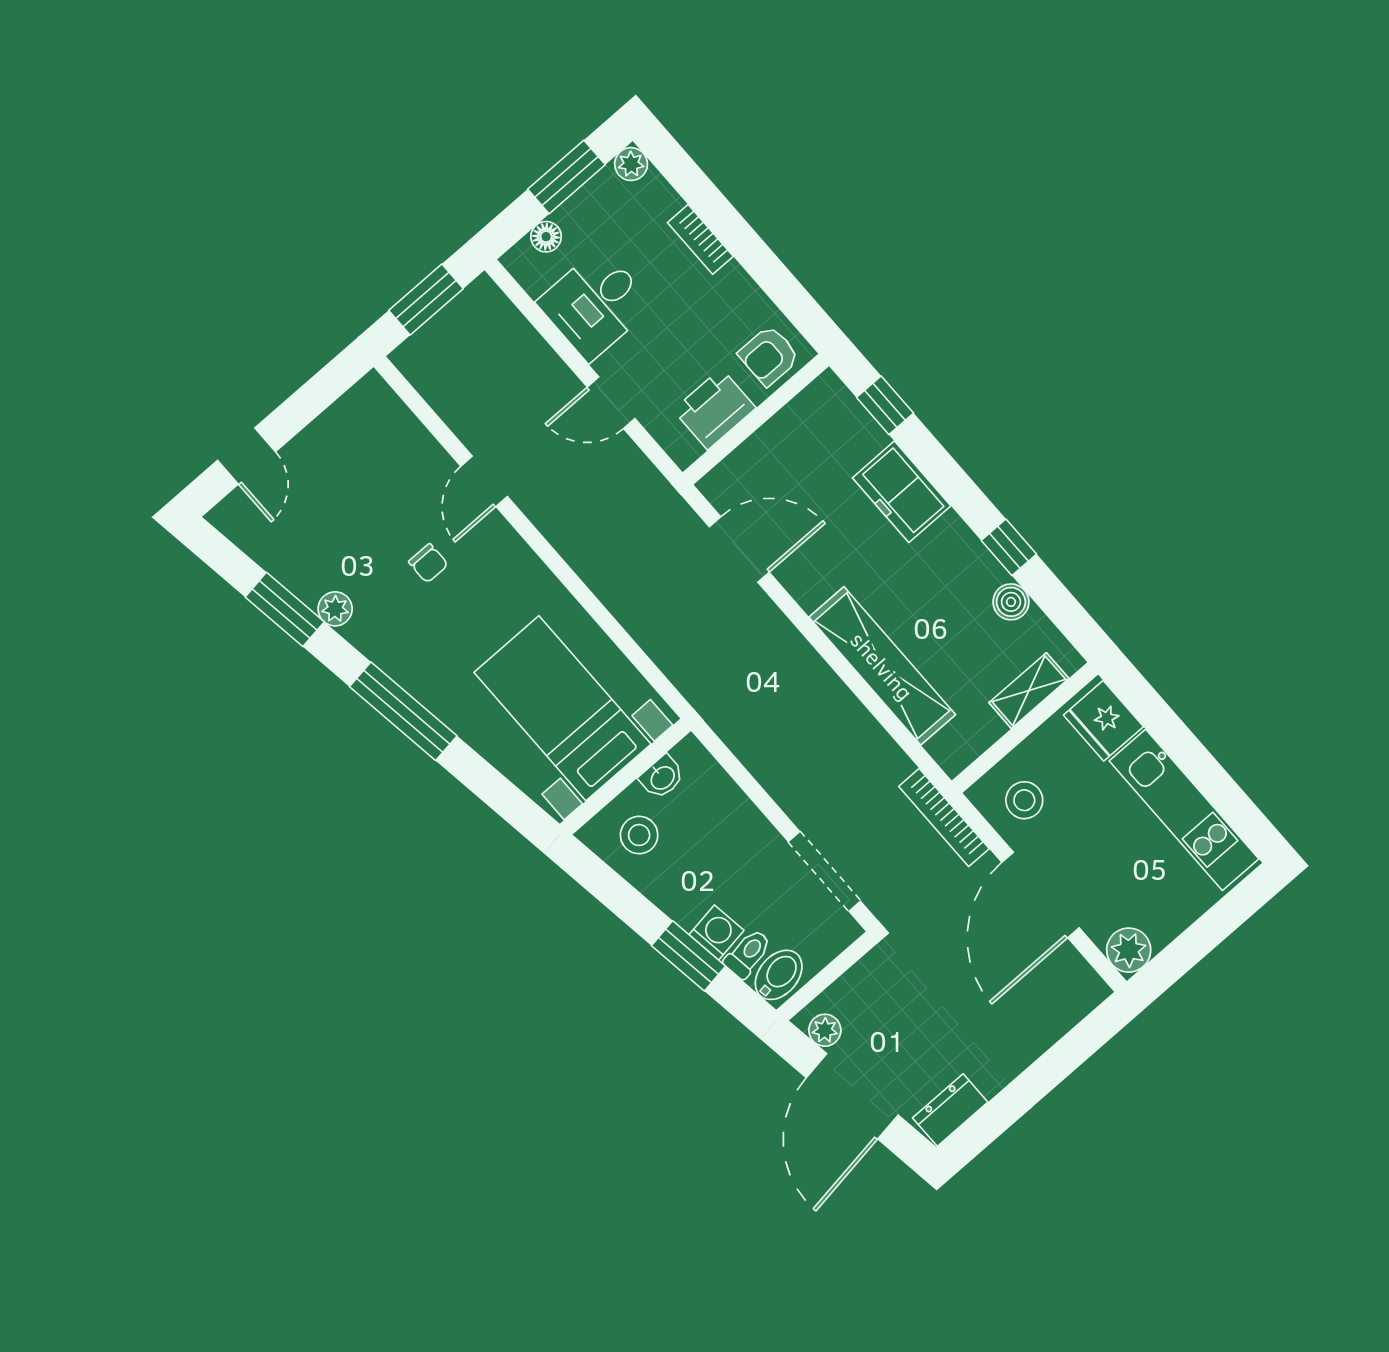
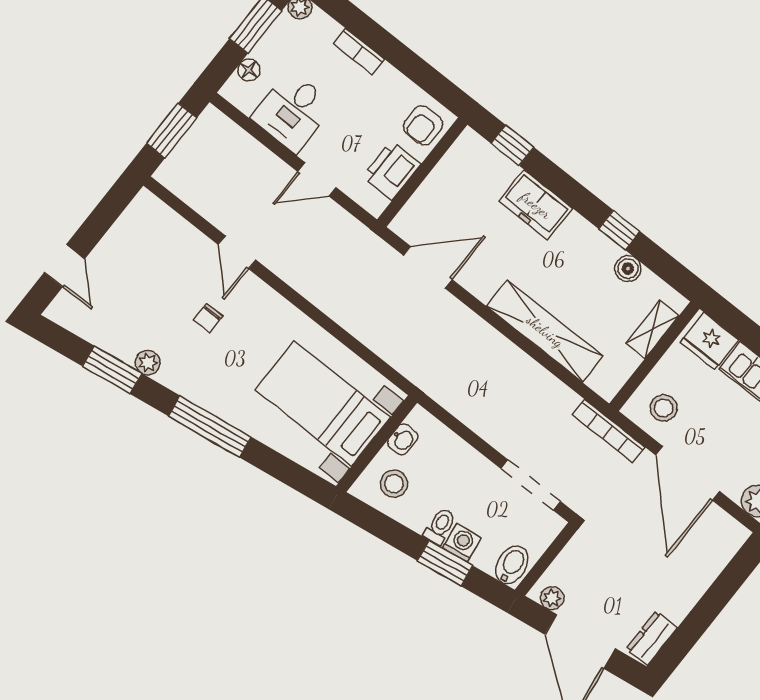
chair: (428, 563) -> (208, 318), turned 90
toilet: (748, 954) -> (440, 526), moved

